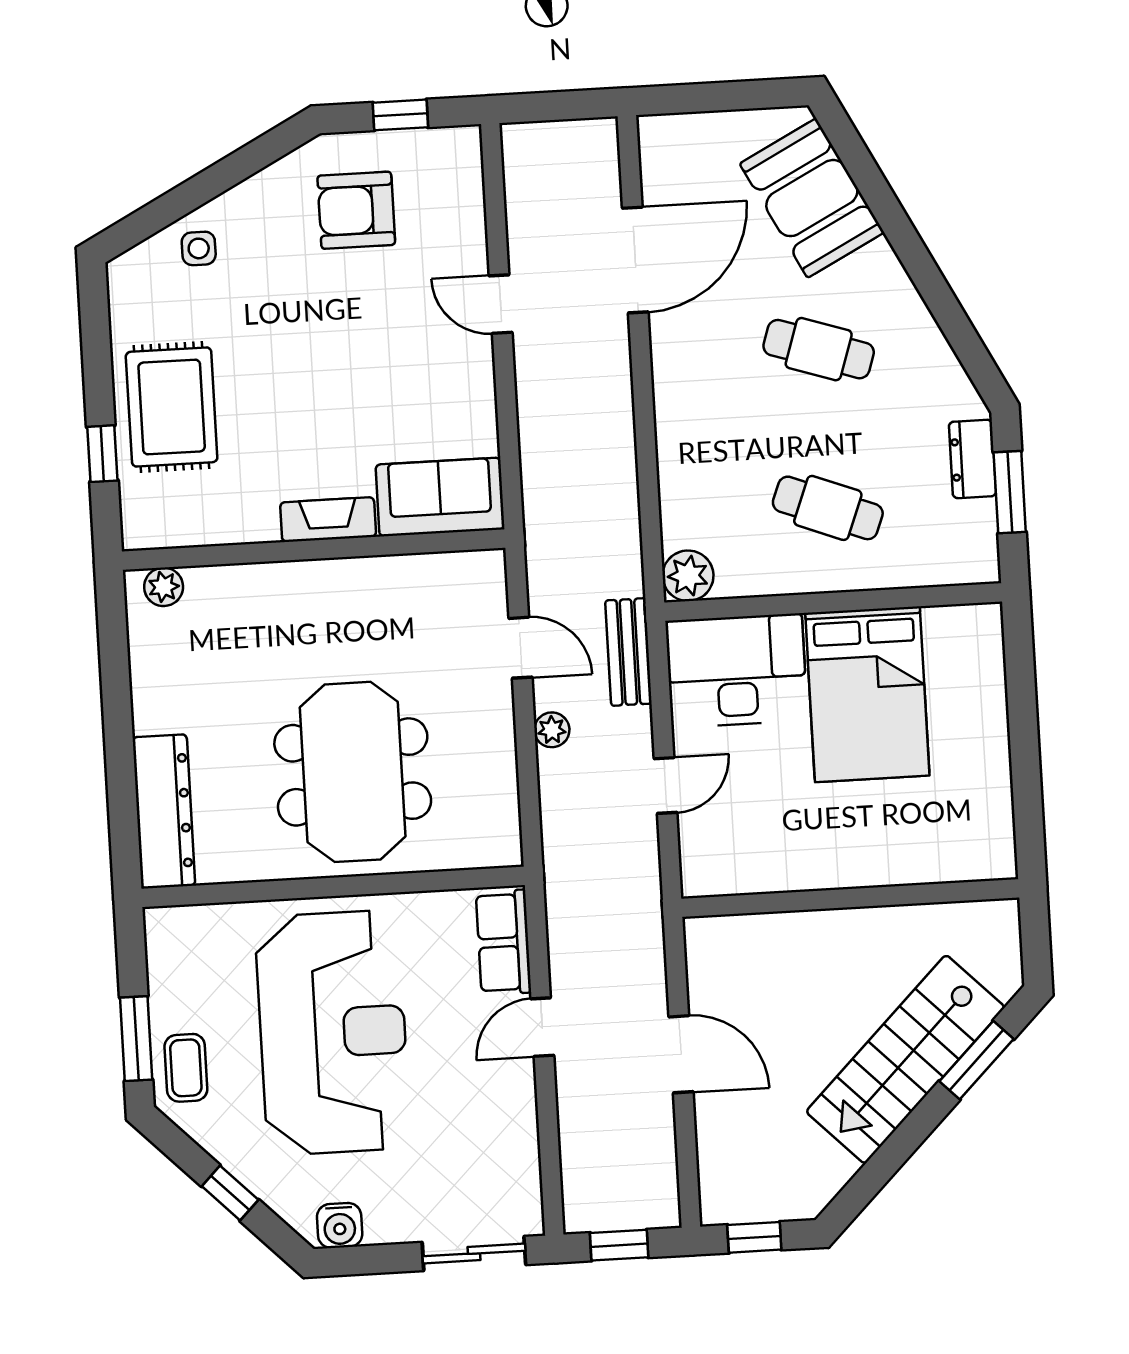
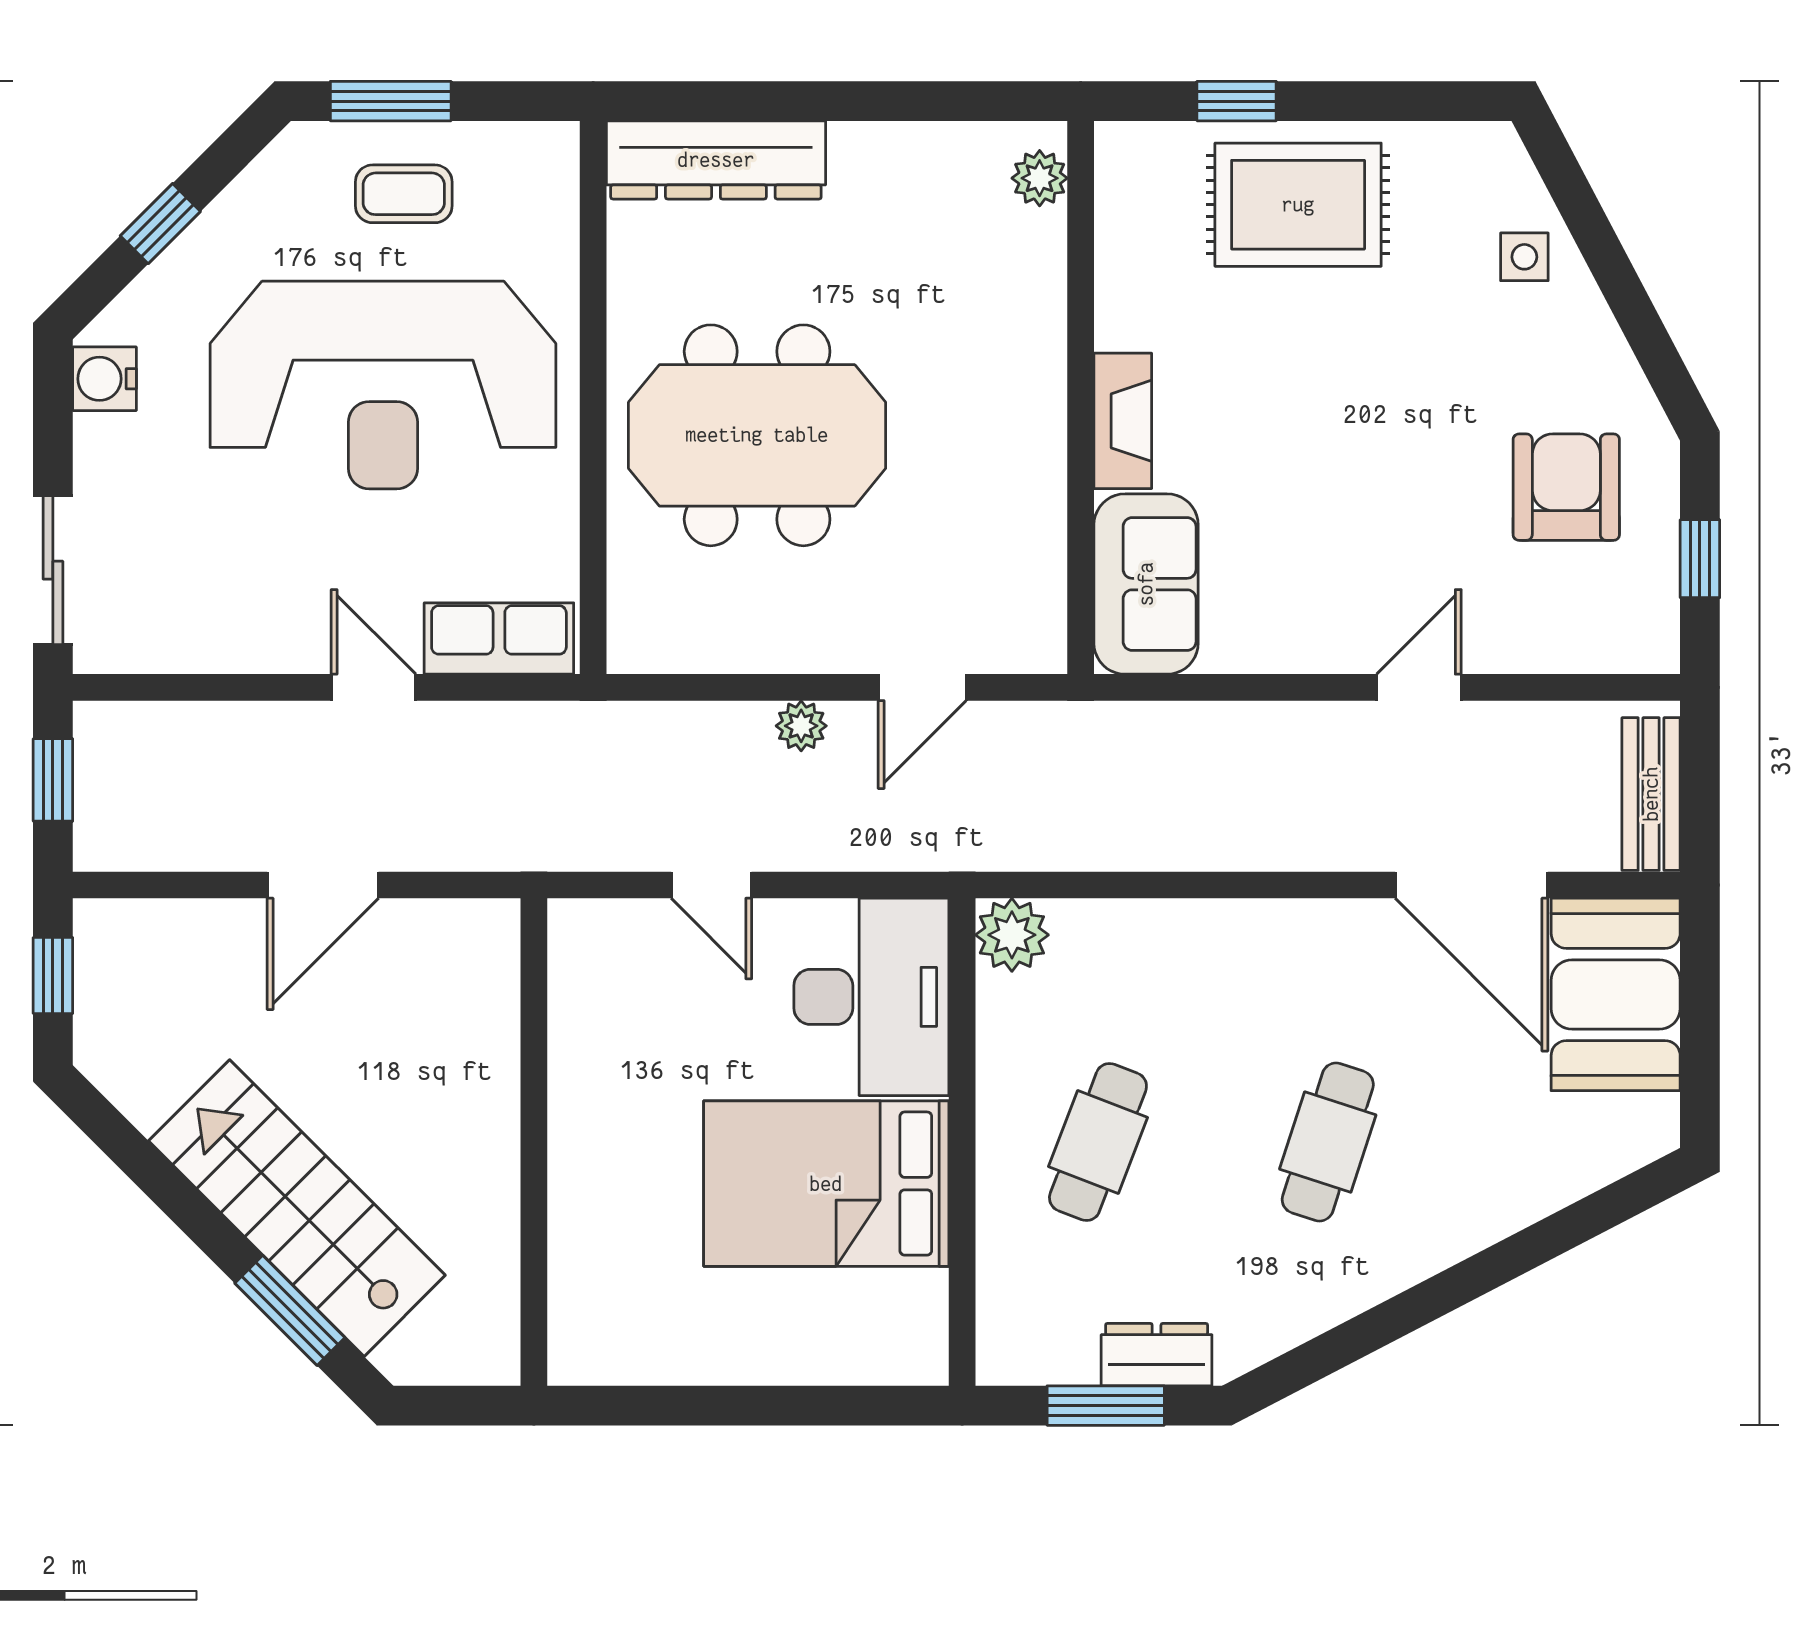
booth: (812, 198) -> (1616, 994), moved, turned -63
bench: (628, 652) -> (1651, 794), moved, turned 90
coffee table: (186, 1068) -> (404, 194), moved

